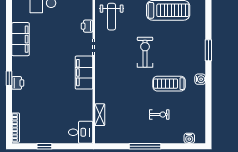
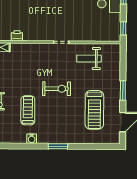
printer: (87, 26) -> (17, 36), moved
filing cabinet: (84, 73) -> (38, 33), removed

